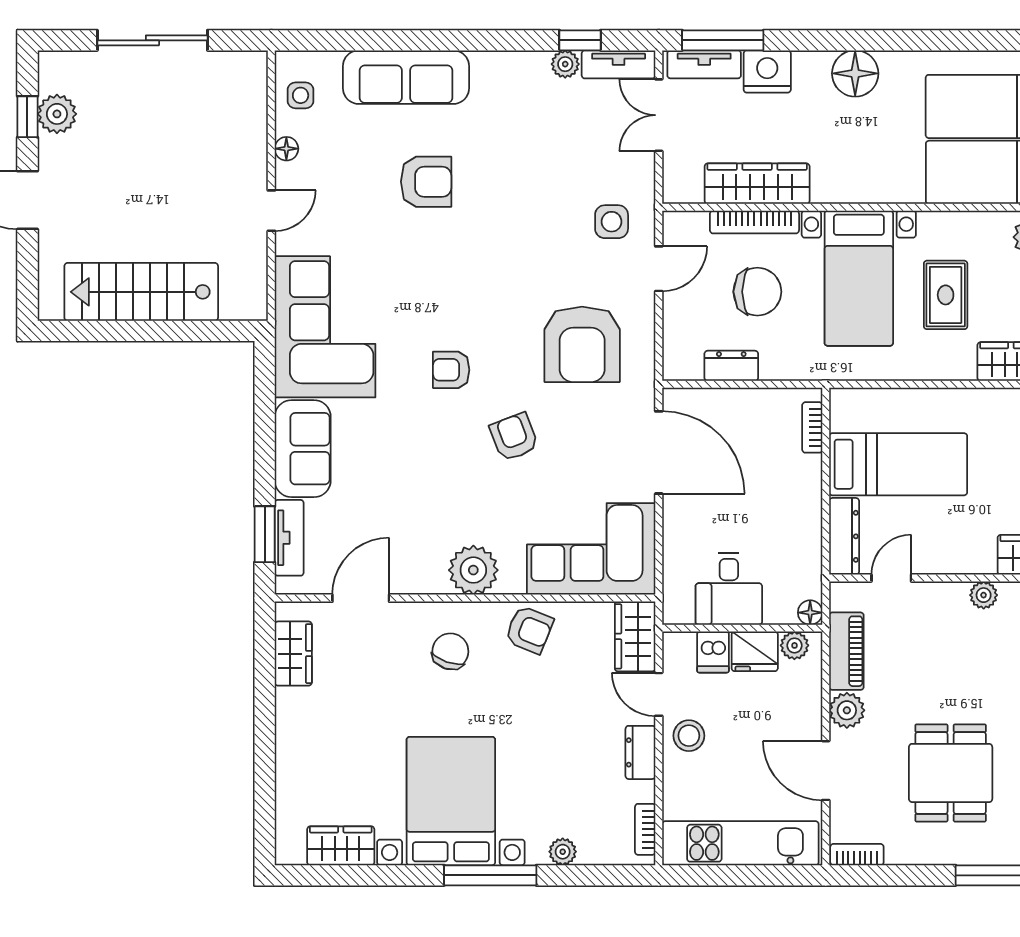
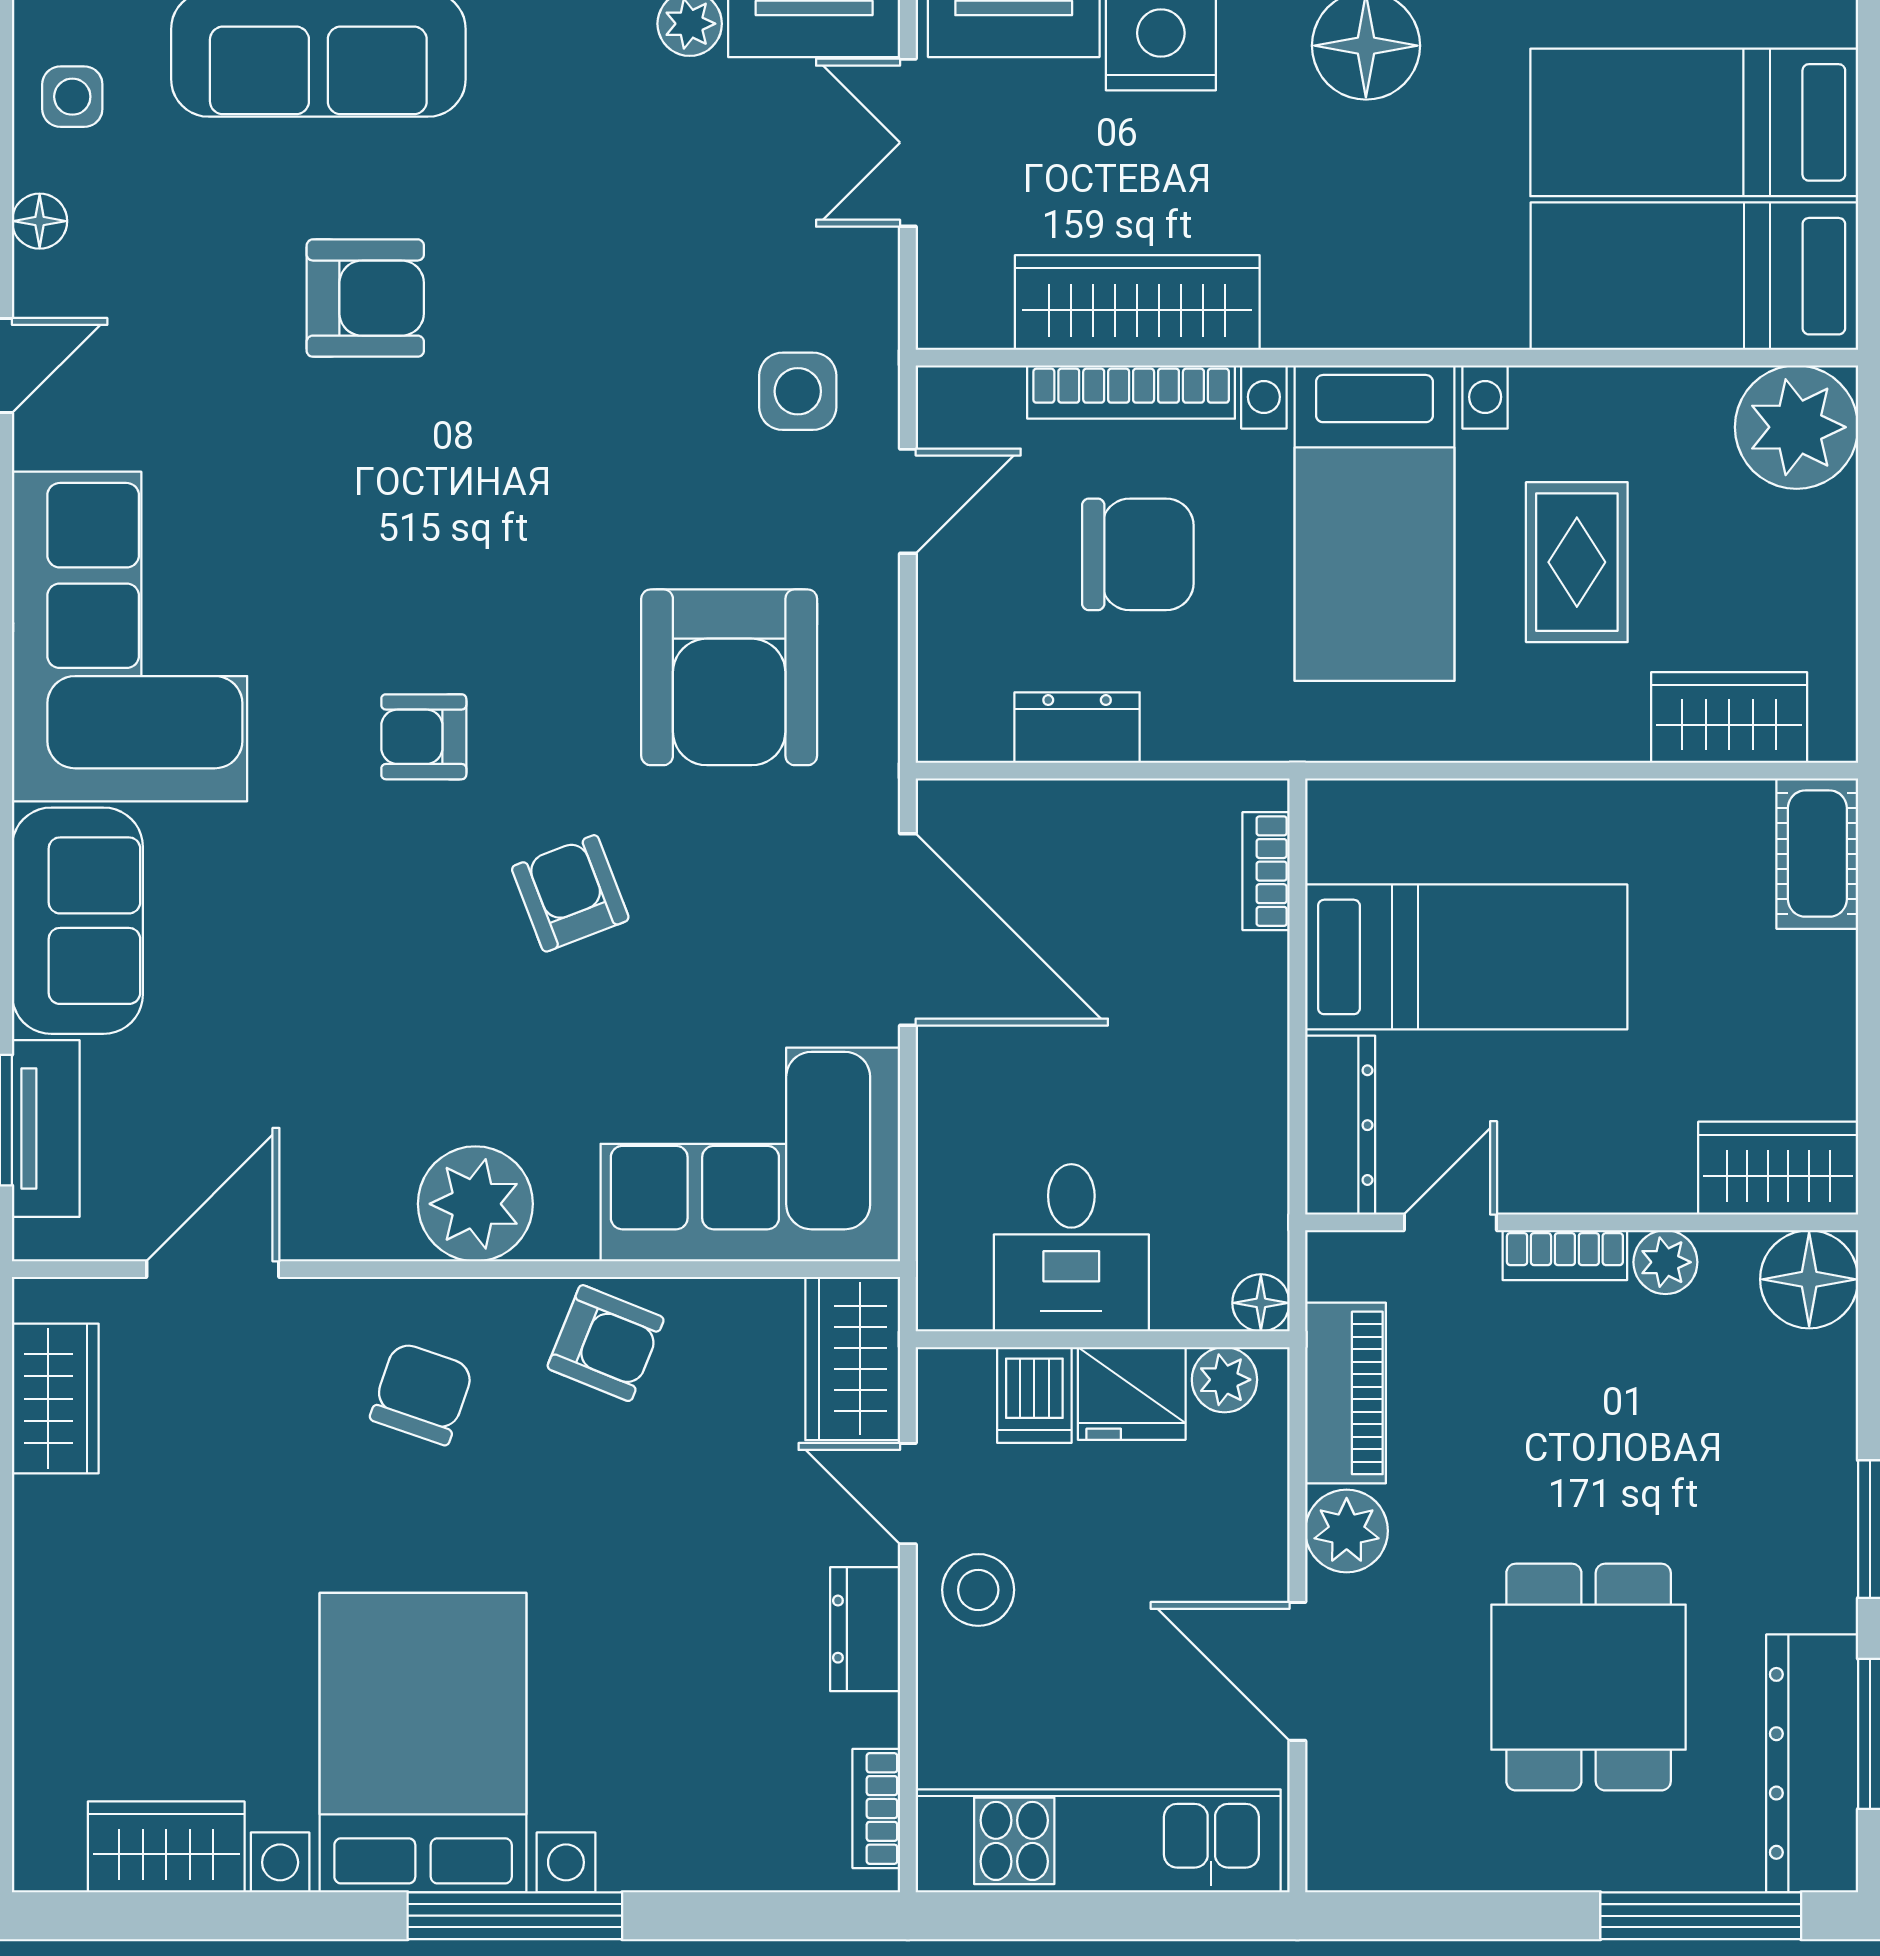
plant: (563, 852) -> (684, 1861), removed
bookcase: (857, 855) -> (1565, 1255), moved, turned 180

